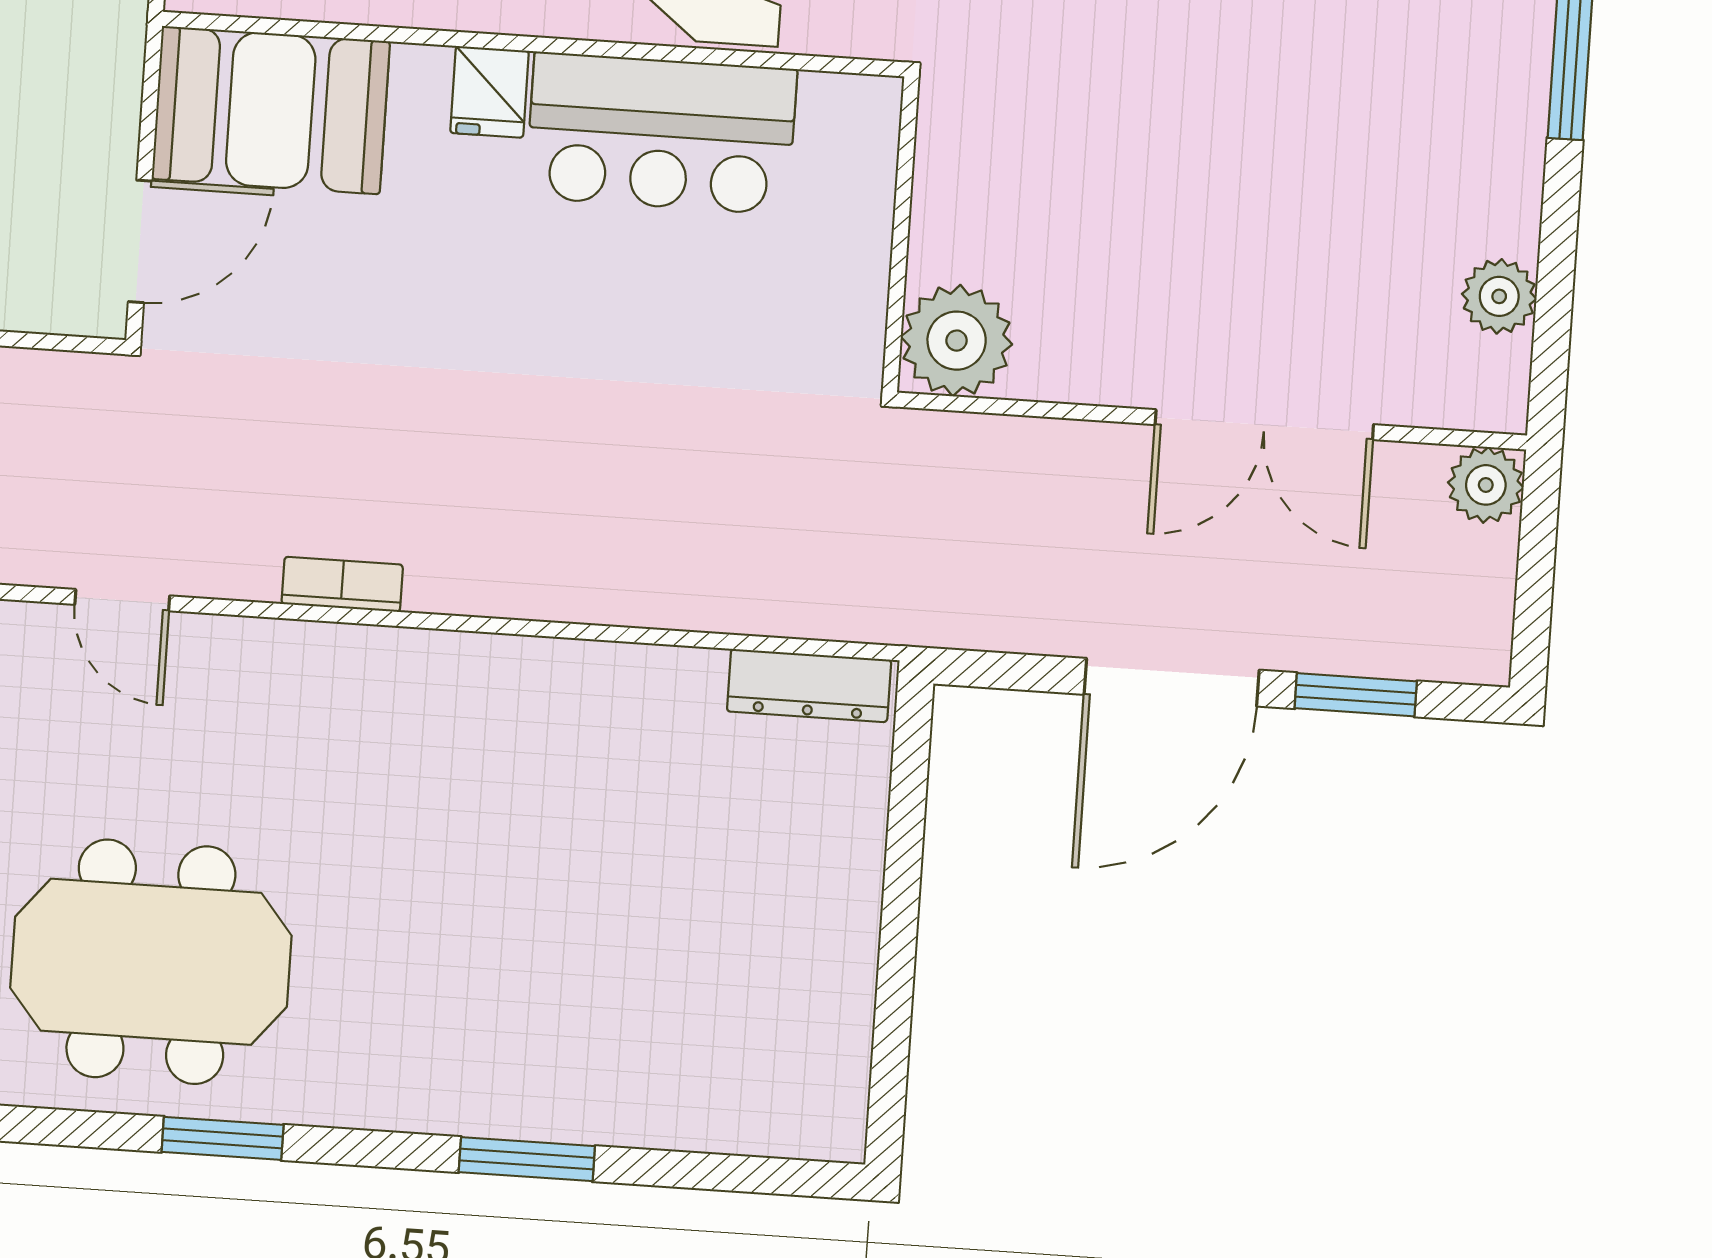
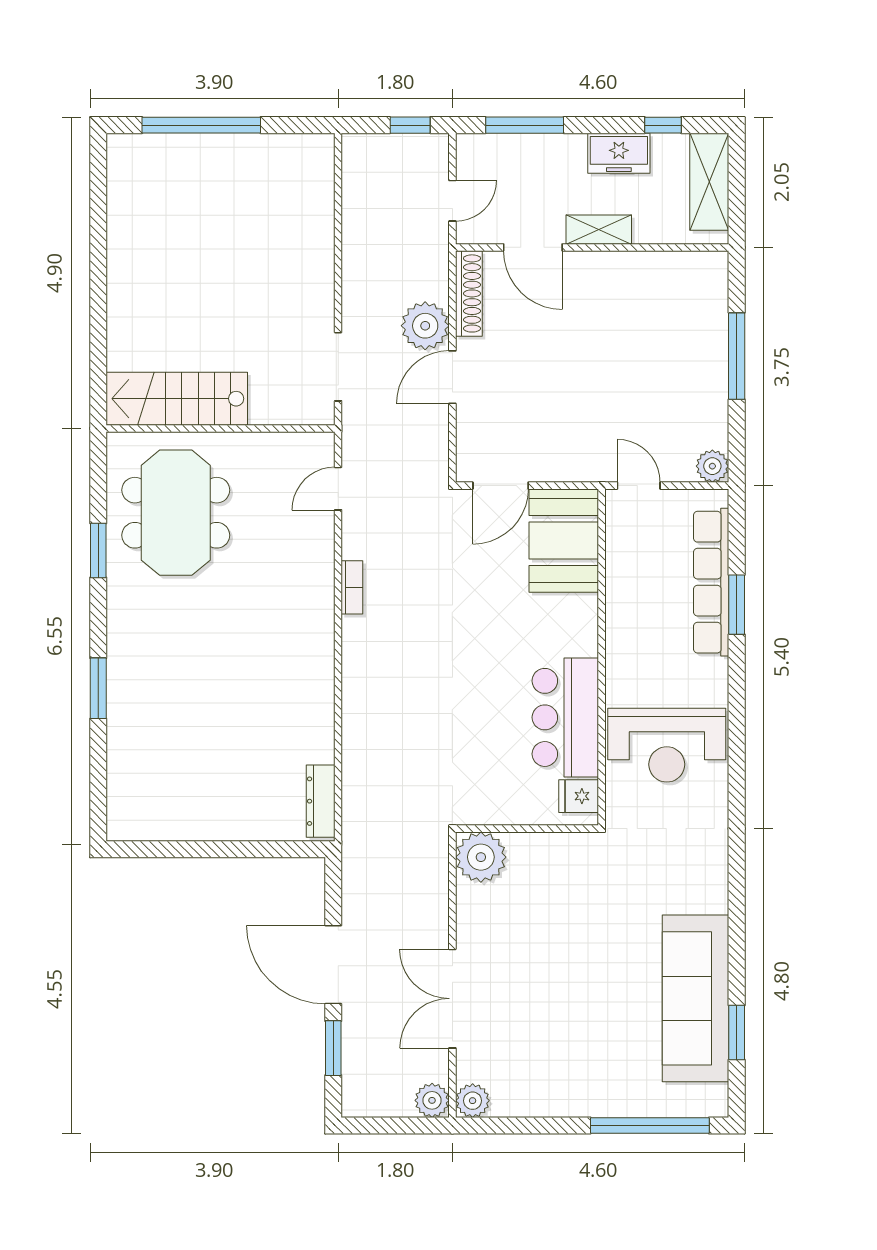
fridge: (489, 92) -> (579, 796), moved
door: (140, 241) -> (501, 486), hinge flipped
plant: (1499, 296) -> (473, 1101), moved

